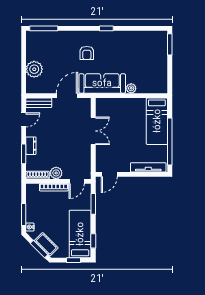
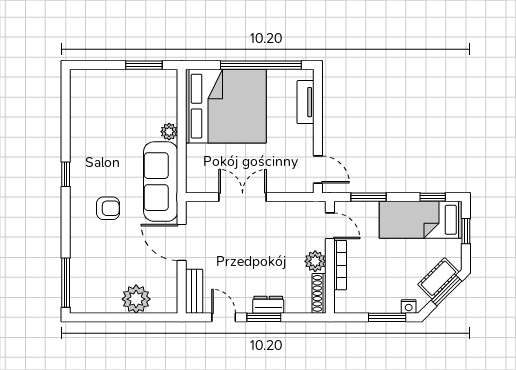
window: (170, 44) -> (144, 65), moved
bed: (157, 121) -> (226, 106), width x2.04
window: (24, 154) -> (264, 317), moved
tv unit: (148, 167) -> (305, 102), width x0.71

